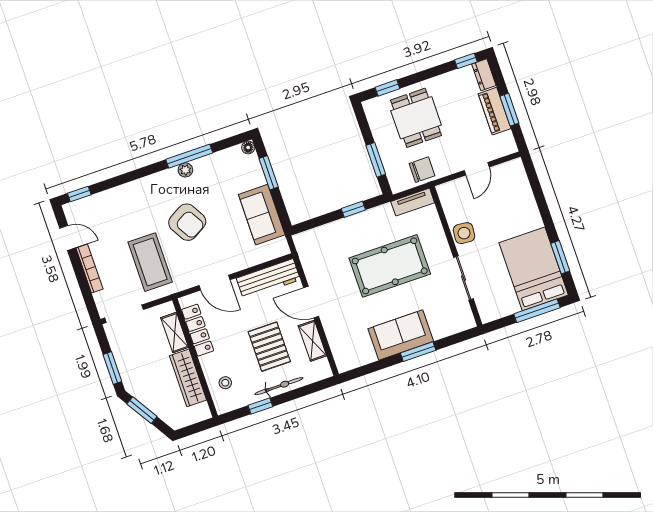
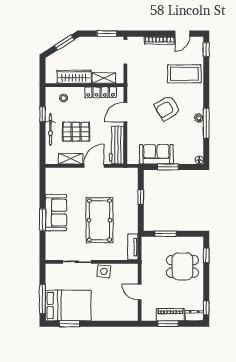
chair: (422, 170) -> (150, 259), removed
window: (269, 173) -> (168, 167), moved
window: (353, 209) -> (141, 197), moved
coffee table: (150, 262) -> (184, 74), moved
window: (112, 368) -> (107, 34), moved

